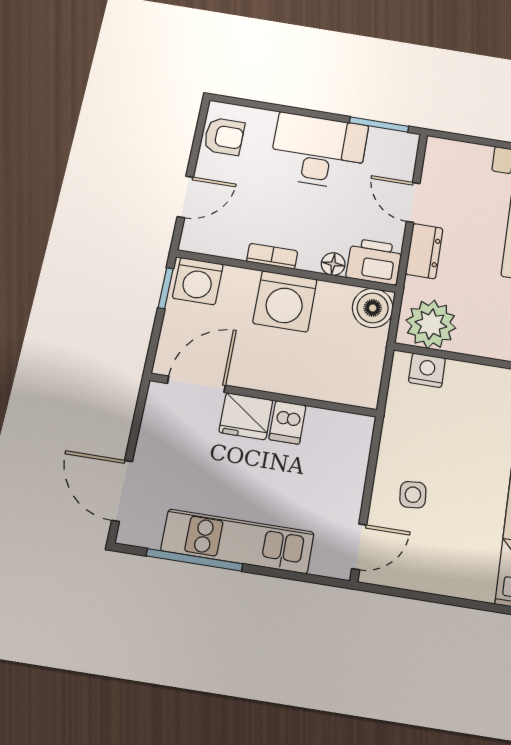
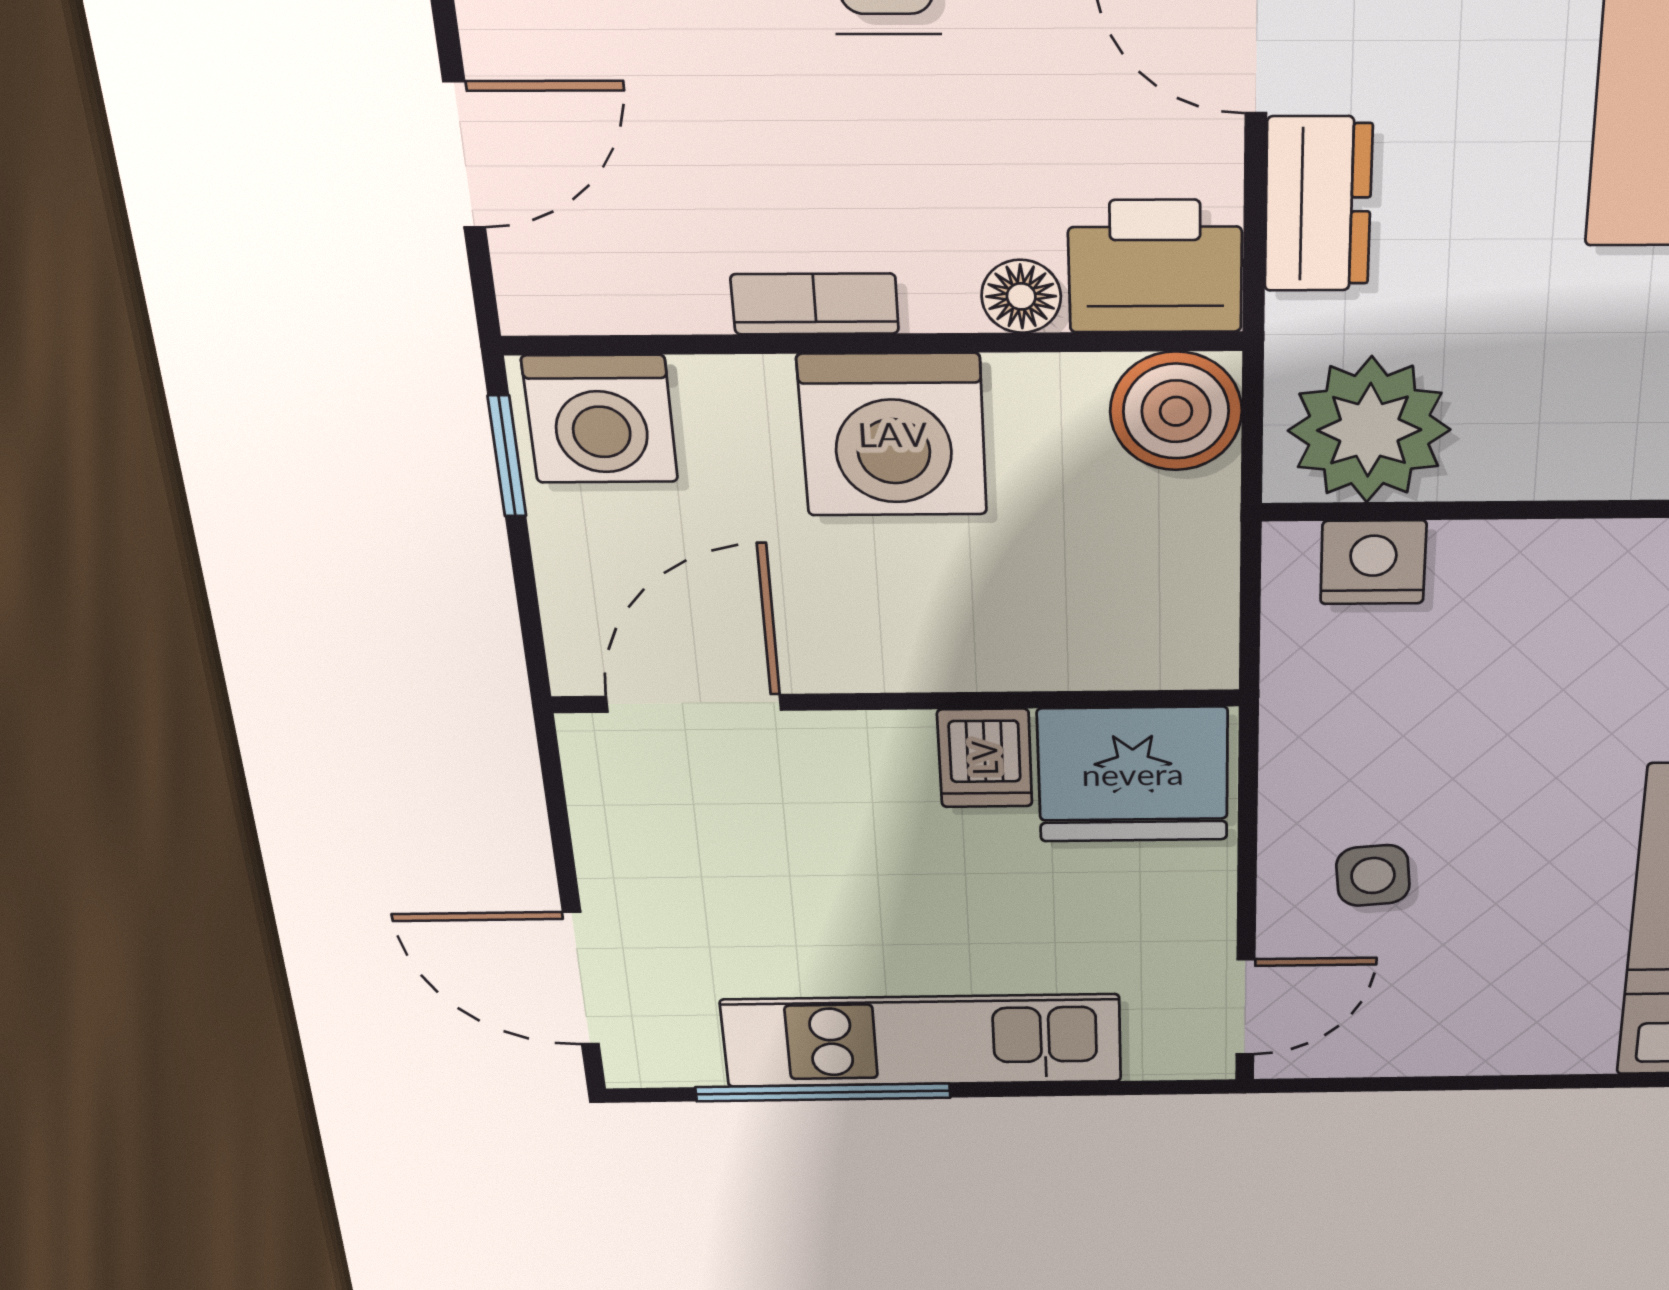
fridge: (246, 416) -> (1133, 775), moved, width x1.36, depth x1.34

